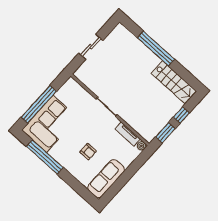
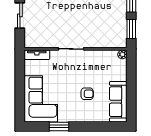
window: (39, 104) -> (20, 92), removed
tv unit: (128, 134) -> (37, 55), moved
window: (45, 157) -> (59, 126), width x0.47

